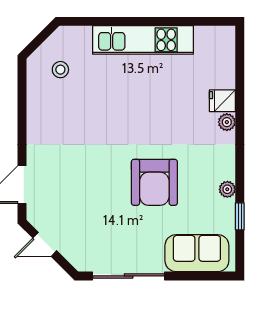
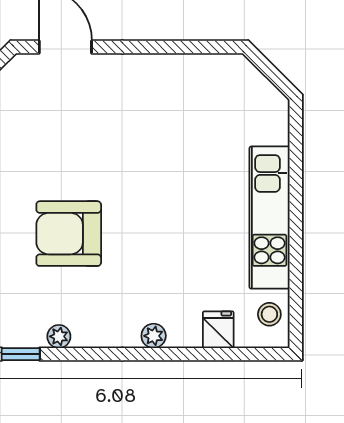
stool: (60, 70) -> (269, 314), moved
fridge: (222, 101) -> (218, 330), moved

